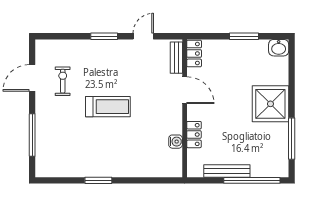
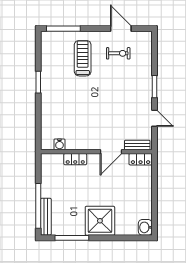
window: (244, 36) -> (154, 199), removed
treadmill: (108, 107) -> (83, 58), moved, turned 180
window: (32, 135) -> (63, 29), moved
water cooler: (176, 142) -> (59, 144), moved
bench: (227, 171) -> (46, 217), moved

